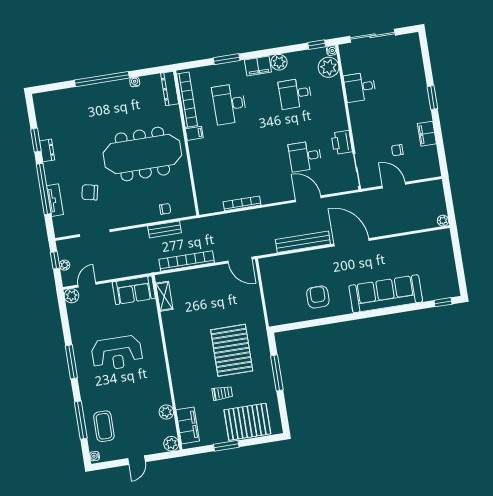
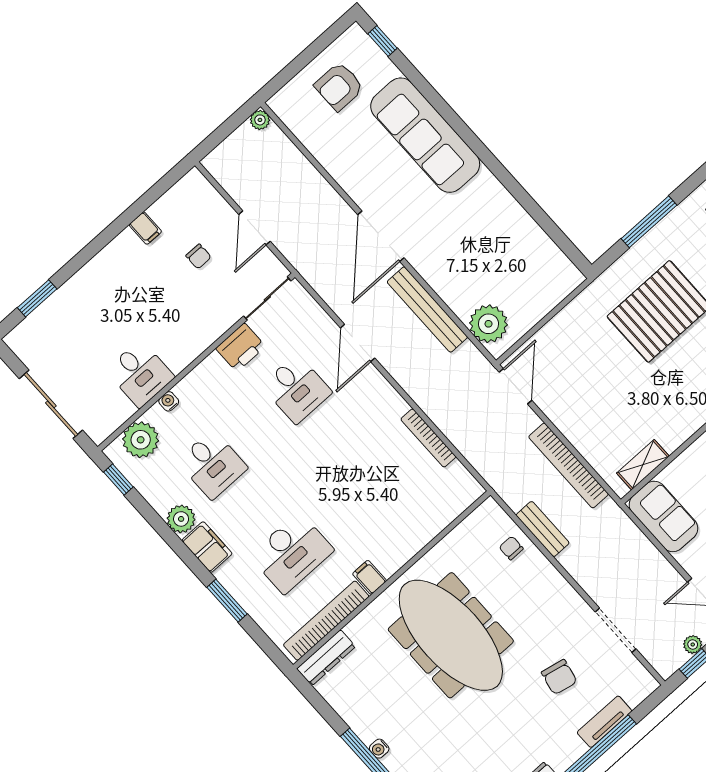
water cooler: (331, 51) -> (169, 401), moved
water cooler: (135, 82) -> (379, 749), moved
window: (432, 98) -> (37, 298), moved
filing cabinet: (427, 134) -> (145, 228), width x0.50
plant: (278, 266) -> (488, 324), added
armchair: (318, 297) -> (339, 86), moved

